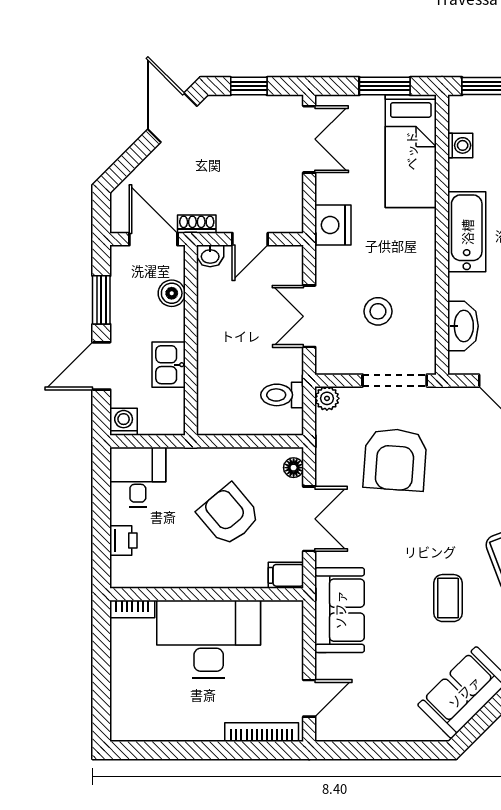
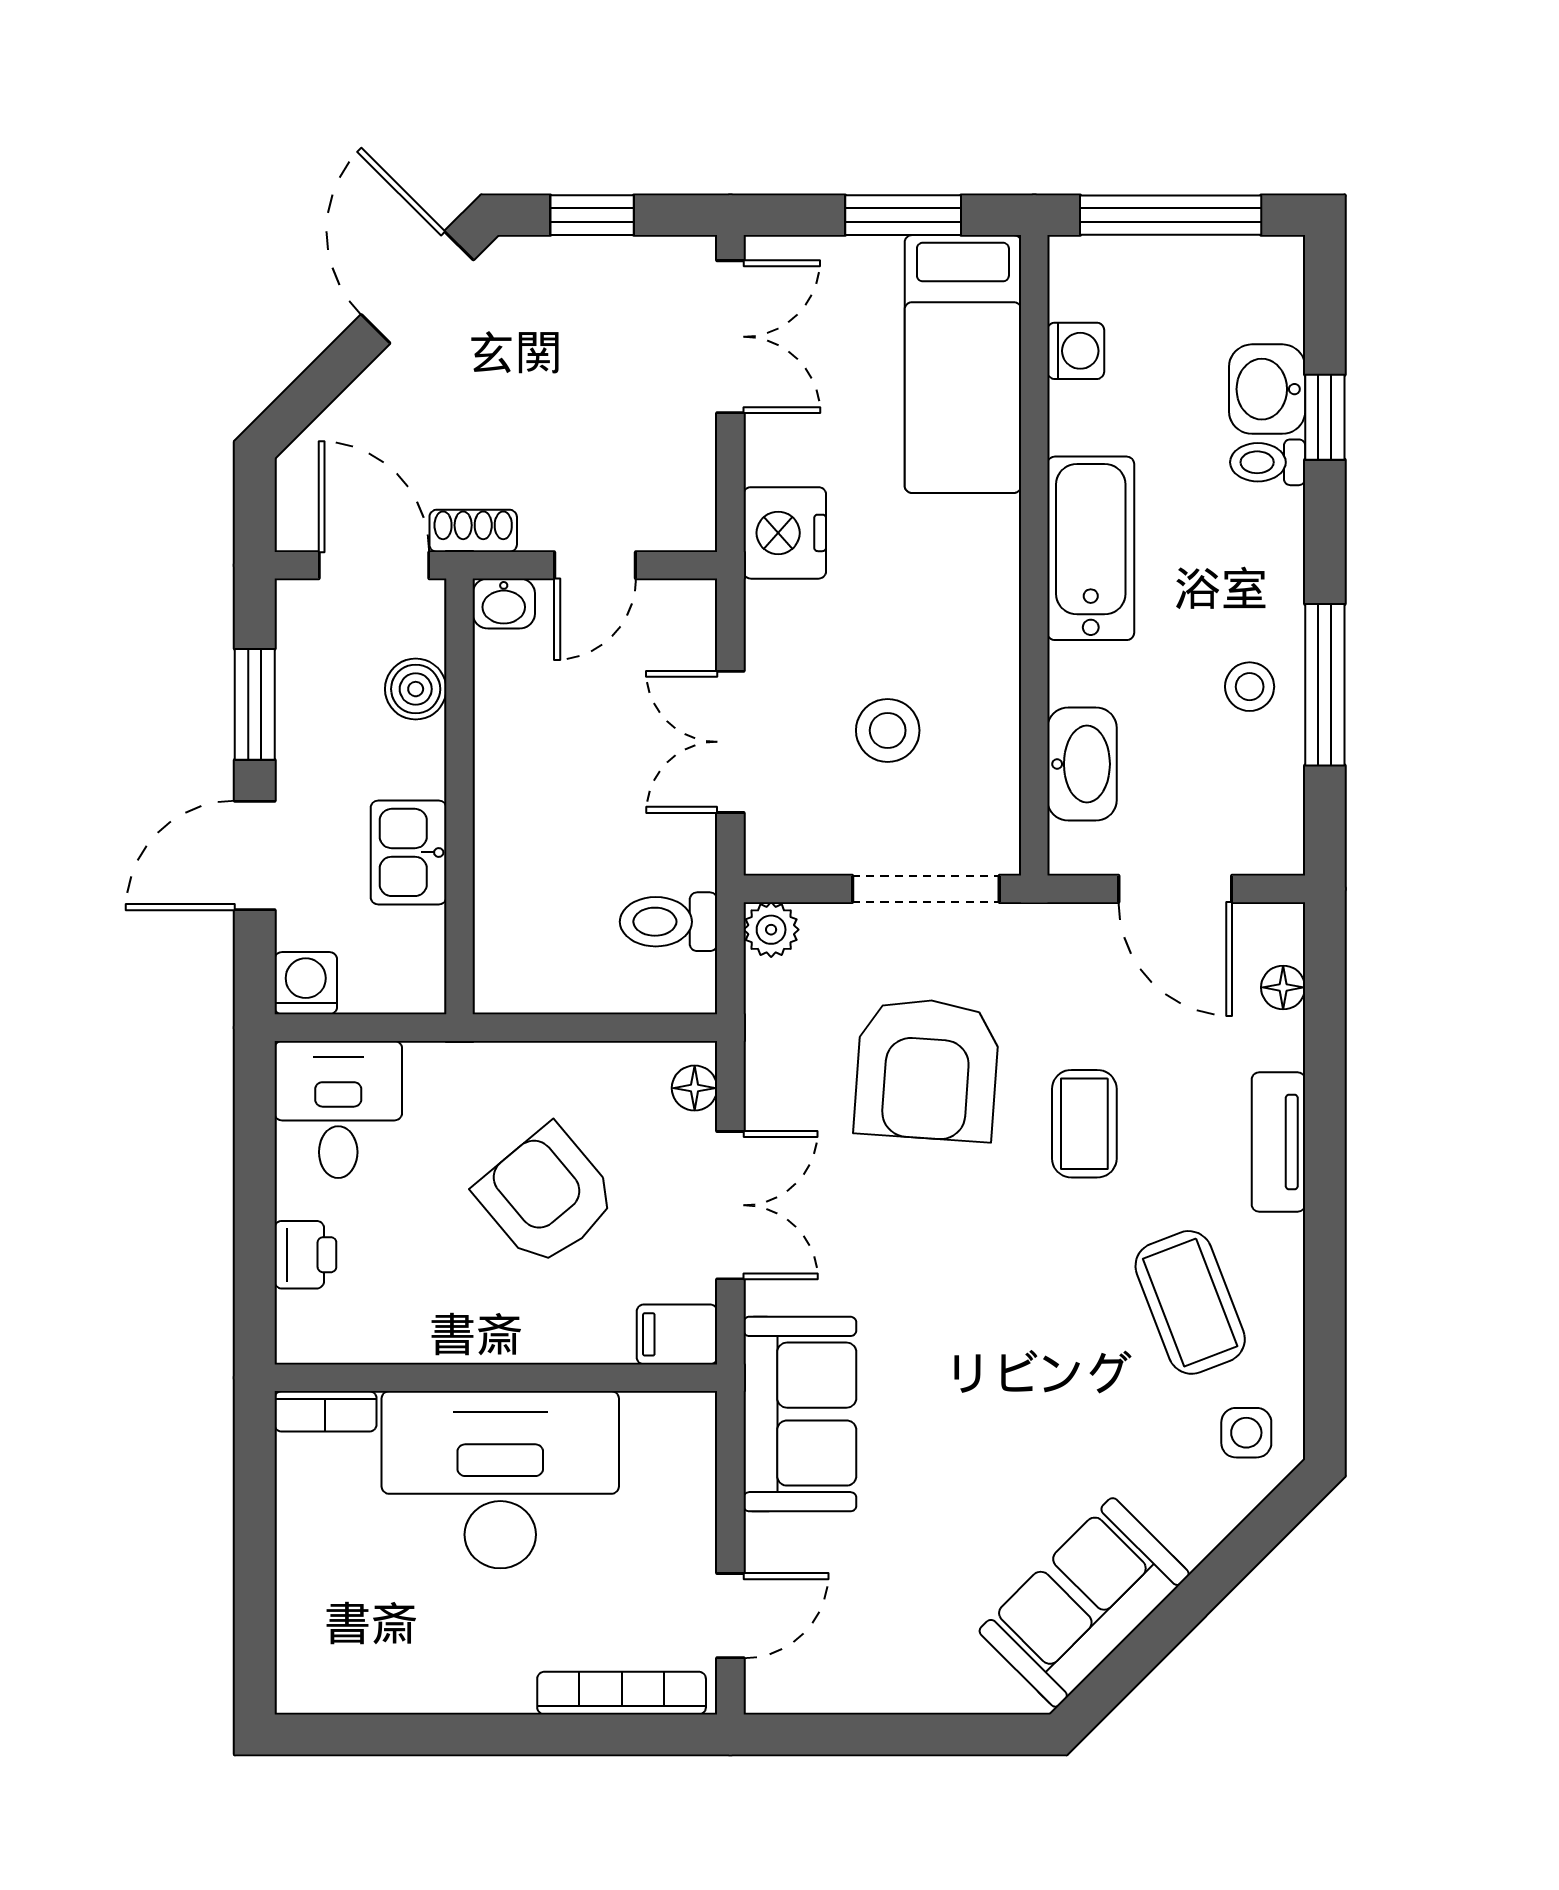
coffee table: (448, 598) -> (1084, 1124), moved

